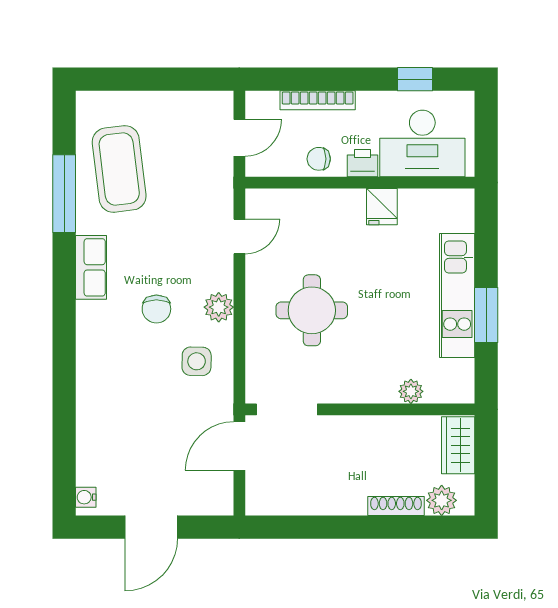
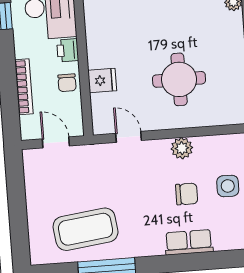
fridge: (382, 207) -> (102, 80), moved
row of seats: (91, 267) -> (189, 242), moved
side table: (197, 361) -> (228, 186), moved

